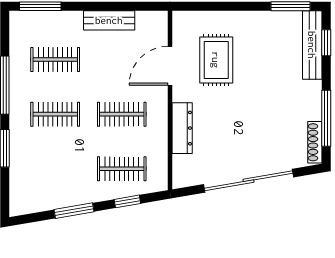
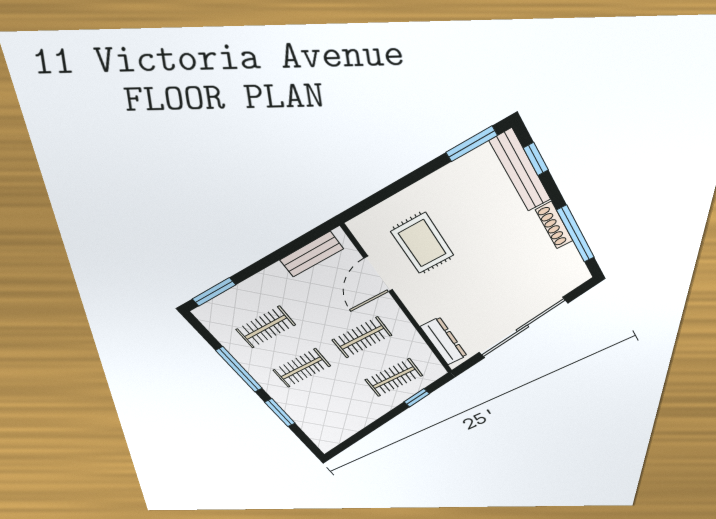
bench: (109, 20) -> (311, 254), moved
dresser: (182, 128) -> (444, 341), moved
shoe rack: (315, 142) -> (554, 225), moved
window: (74, 211) -> (375, 425), removed

